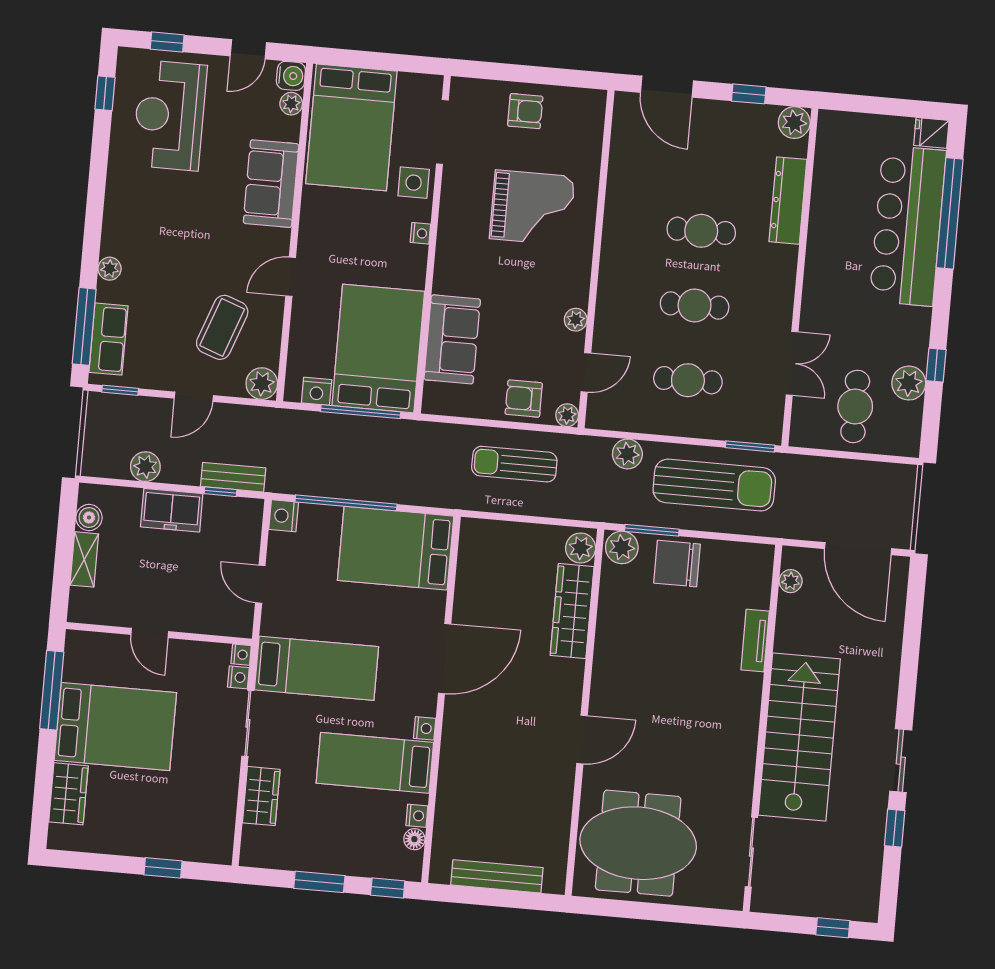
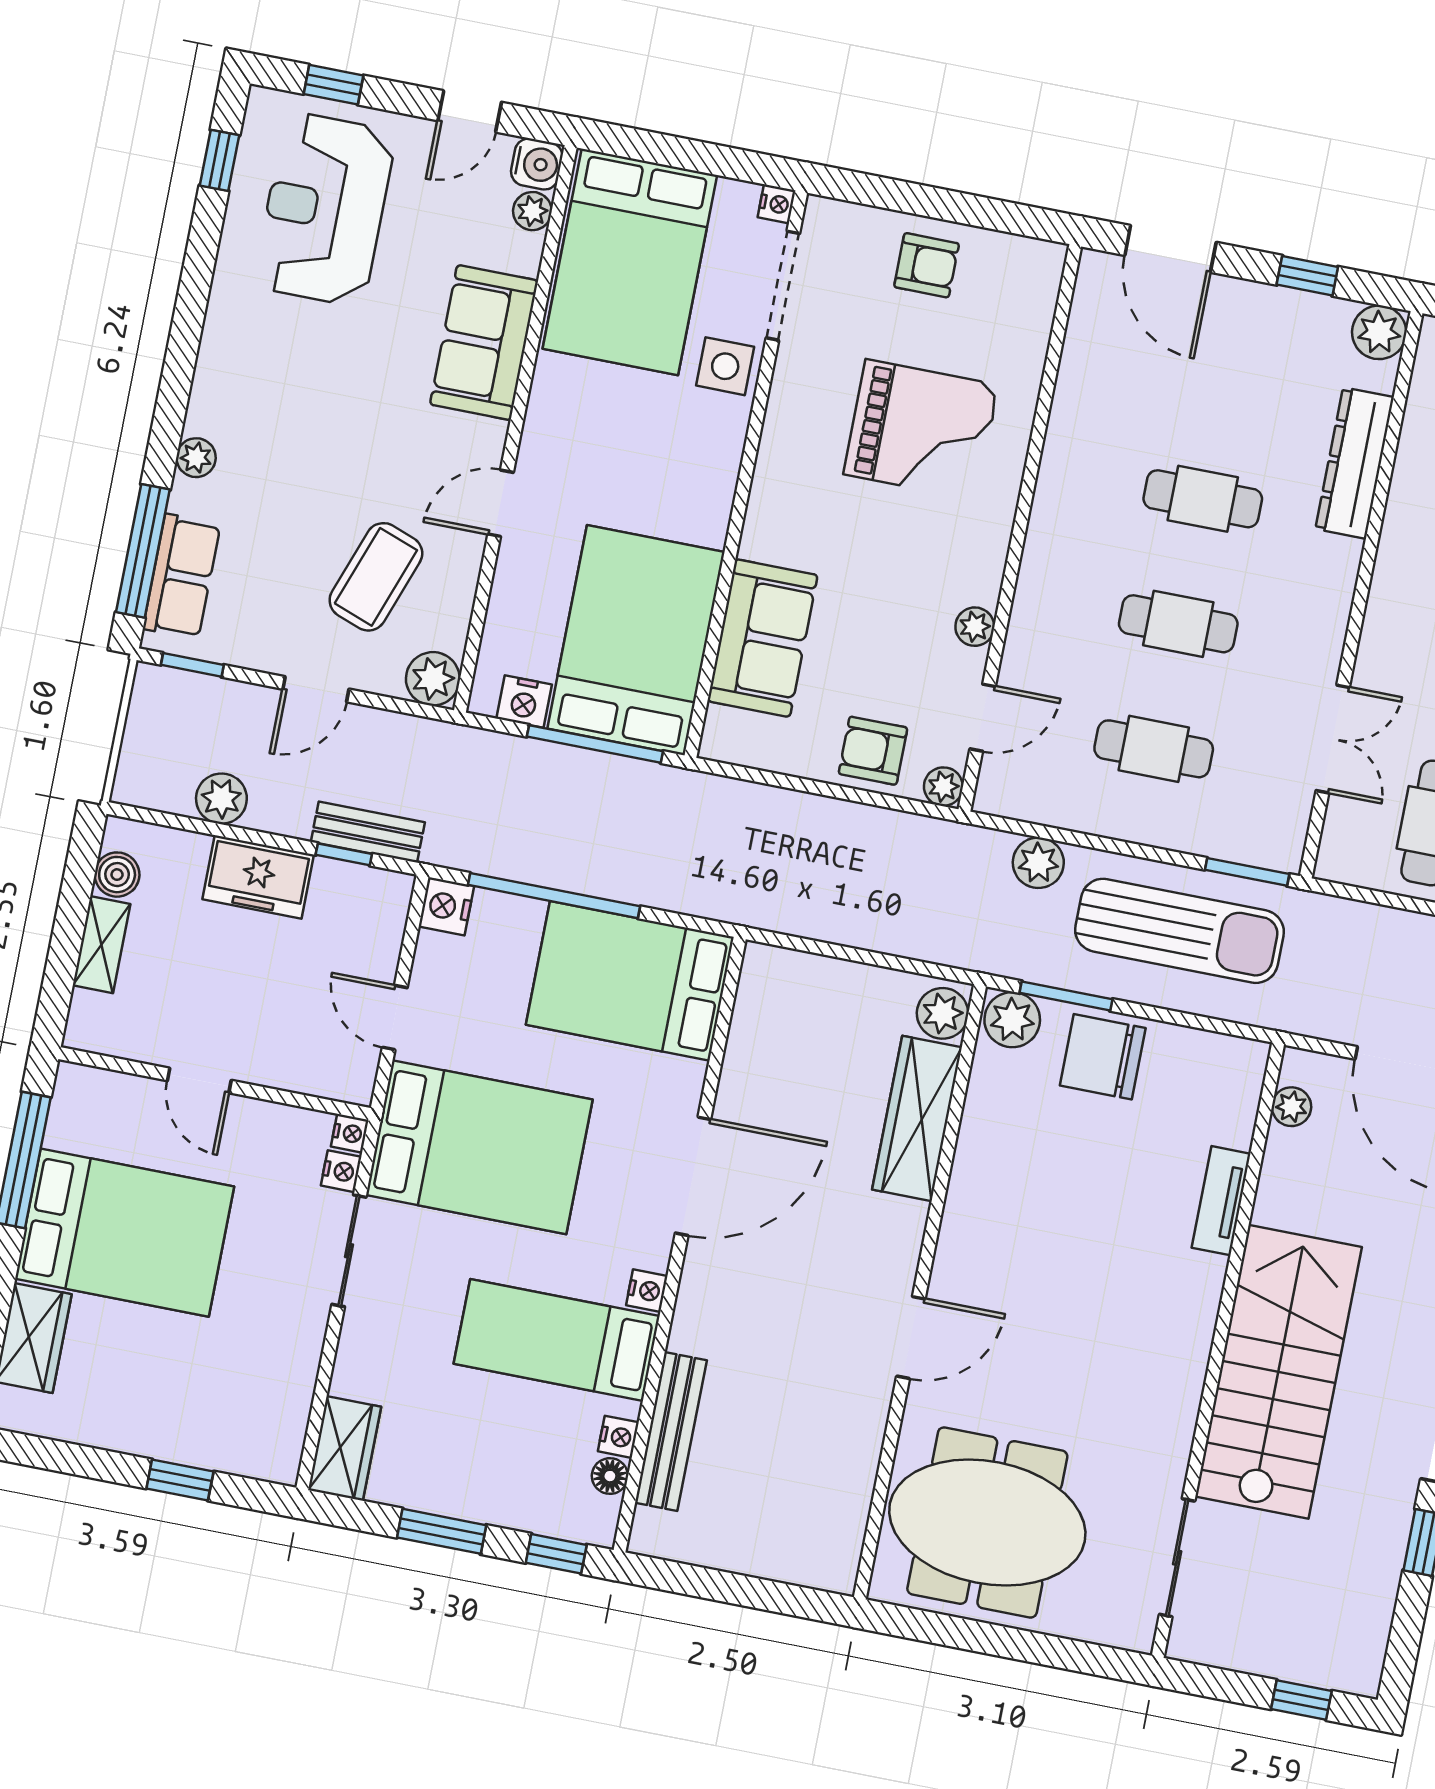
nightstand: (420, 233) -> (777, 204), moved
sun lounger: (514, 464) -> (845, 860), removed
bed: (317, 668) -> (479, 1147), width x1.50
wardrobe: (261, 796) -> (345, 1448), moved
bench: (497, 876) -> (671, 1431), moved, turned 90

